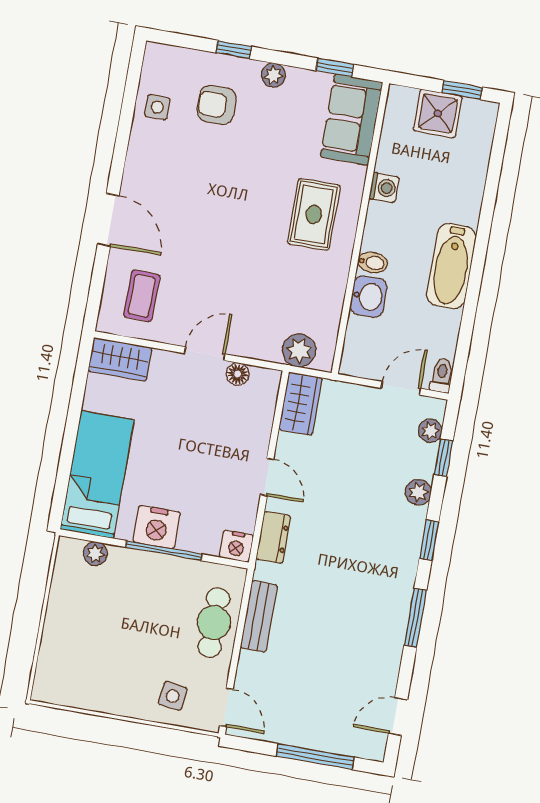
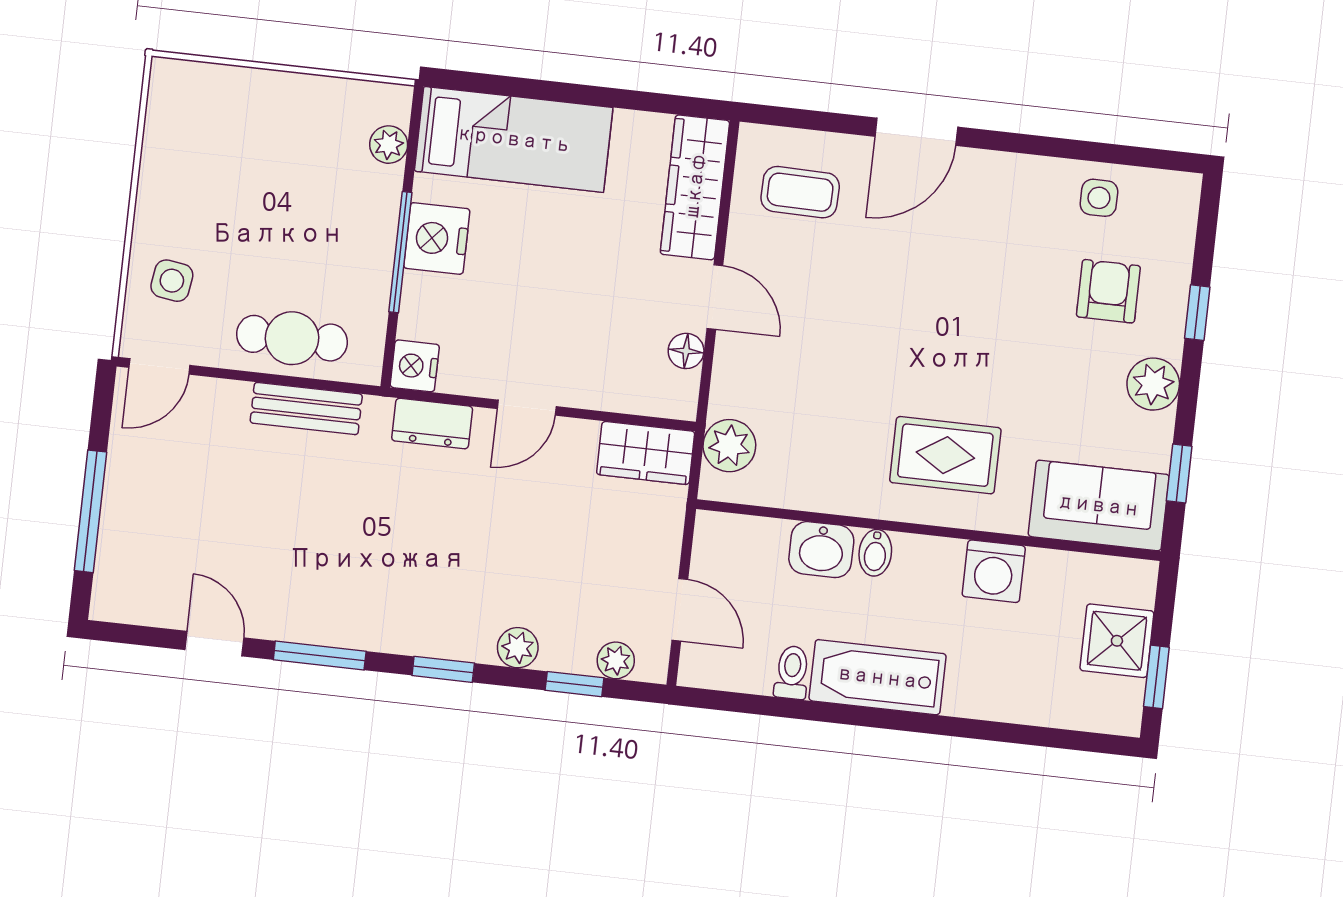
plant: (273, 75) -> (1153, 384), width x1.38, depth x1.38
washing machine: (384, 188) -> (994, 571), width x1.38, depth x1.38
wardrobe: (120, 359) -> (695, 187), width x1.50
toilet: (442, 376) -> (792, 672), moved, turned -90
door: (398, 716) -> (215, 644), moved

